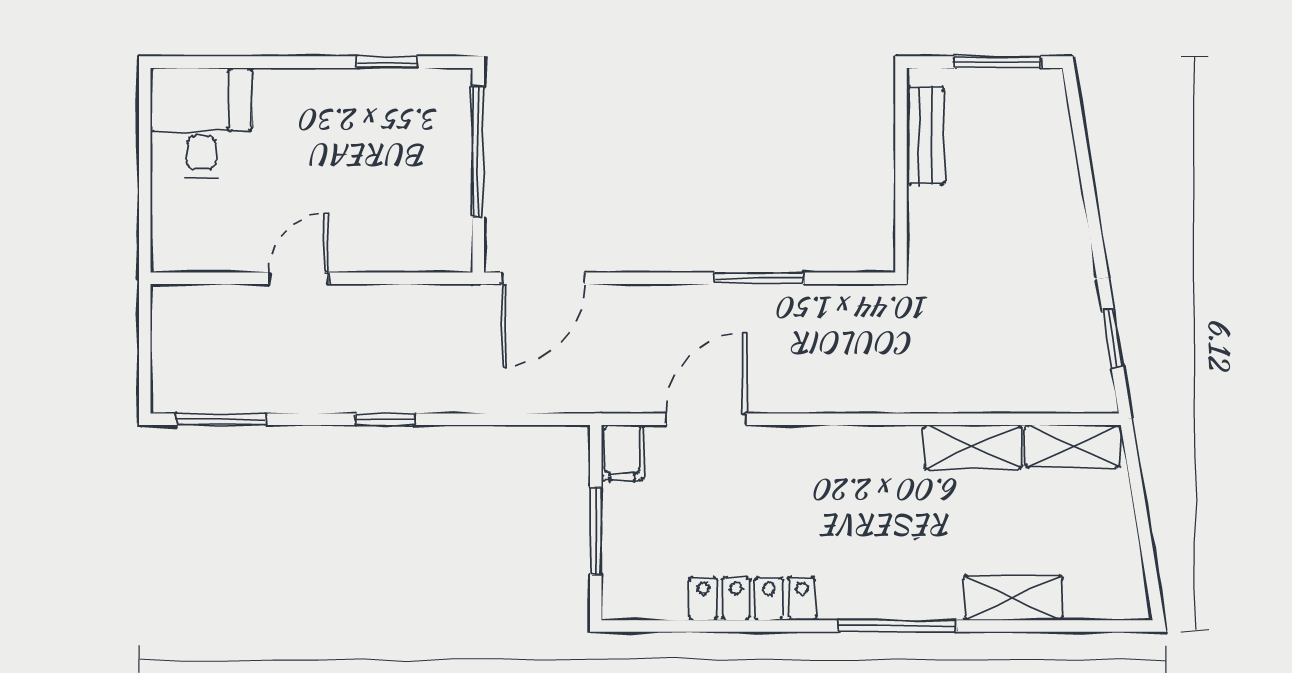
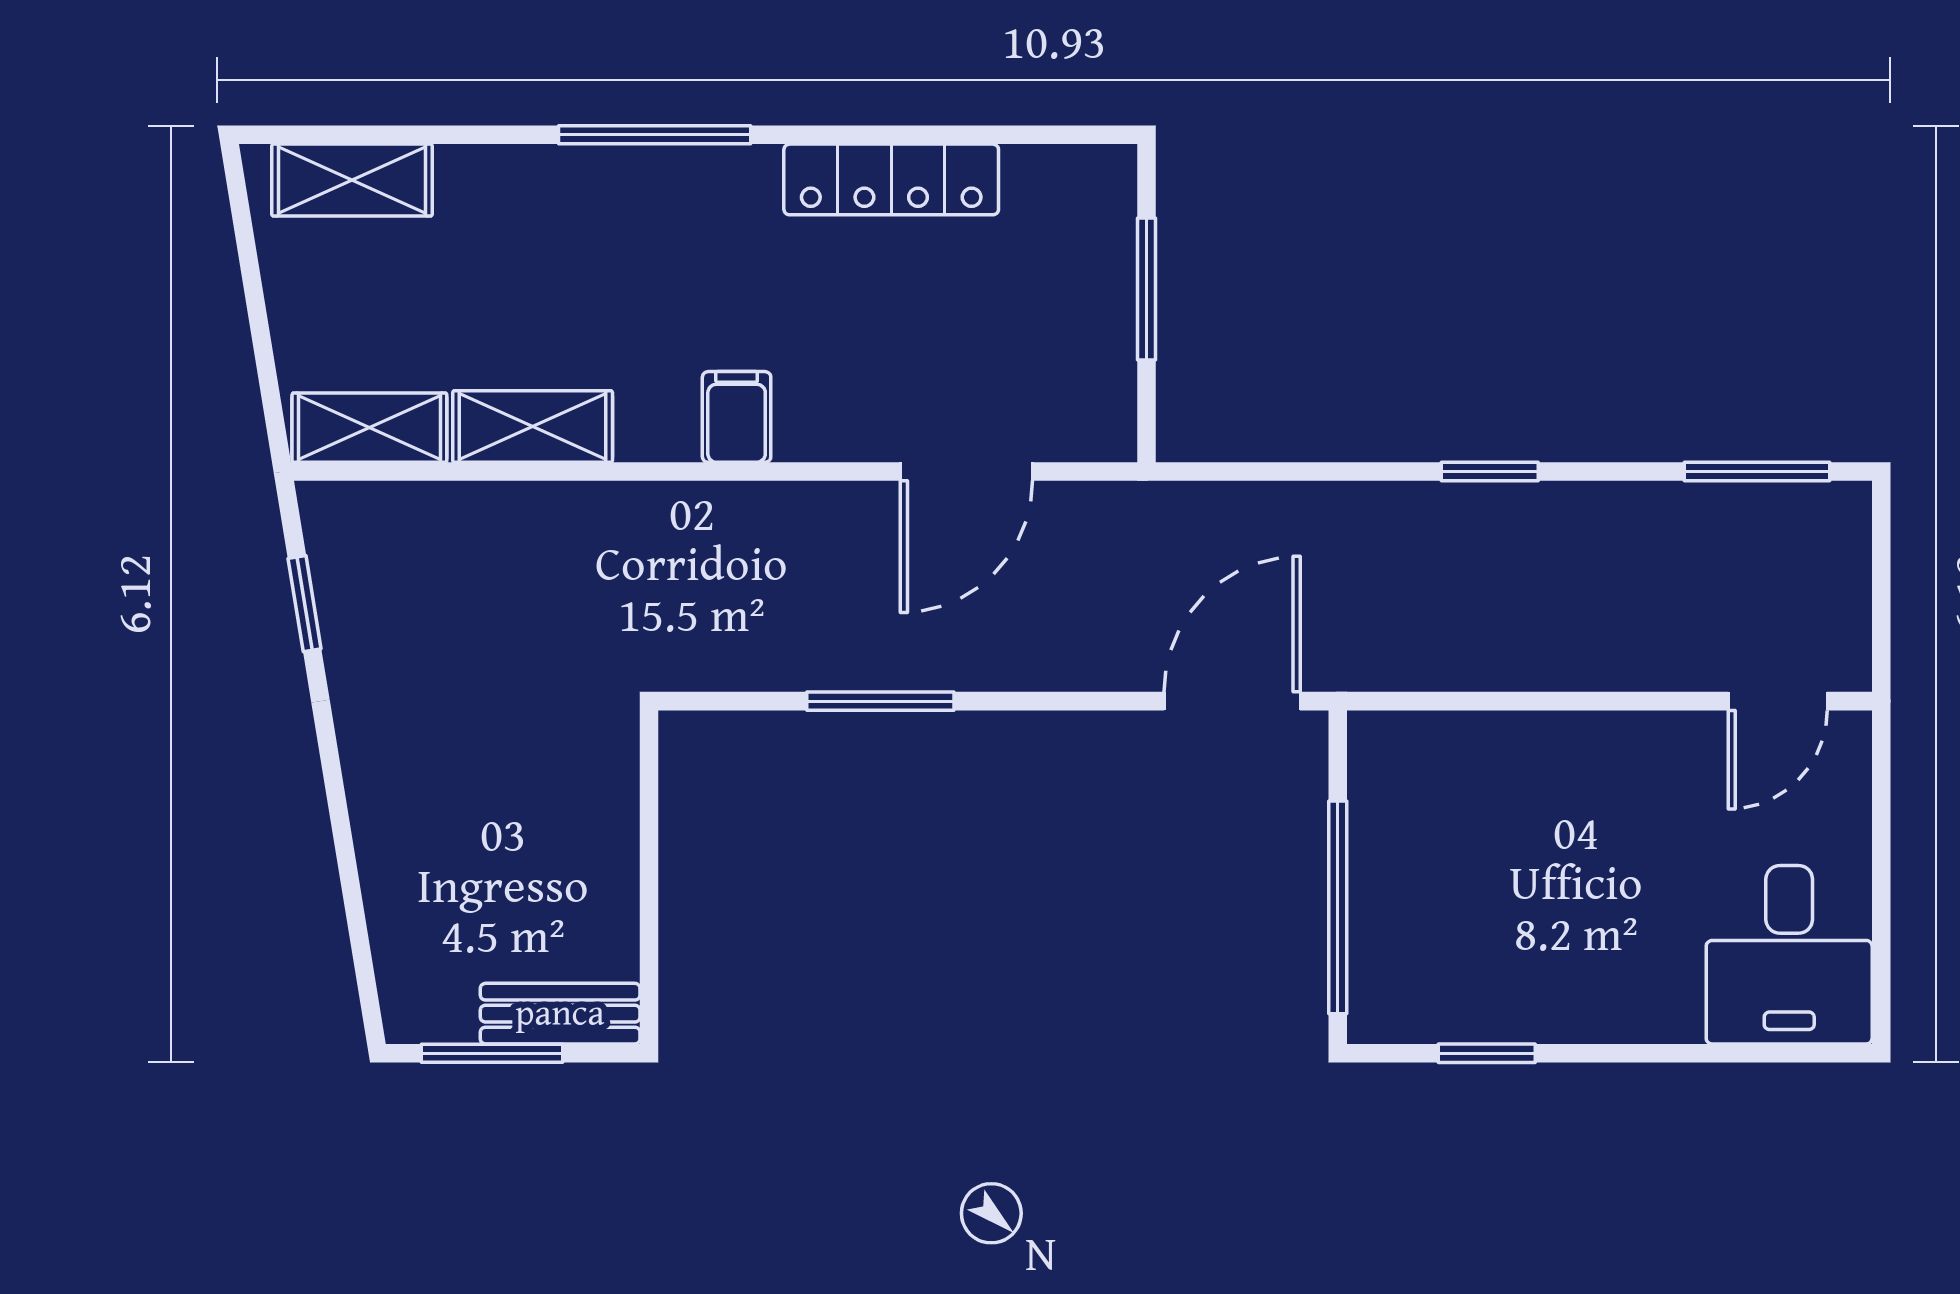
bench: (925, 136) -> (560, 1014), moved, turned 90
door: (299, 278) -> (1778, 701), moved
filing cabinet: (622, 453) -> (737, 417), moved
shelving: (1013, 598) -> (352, 180), moved

